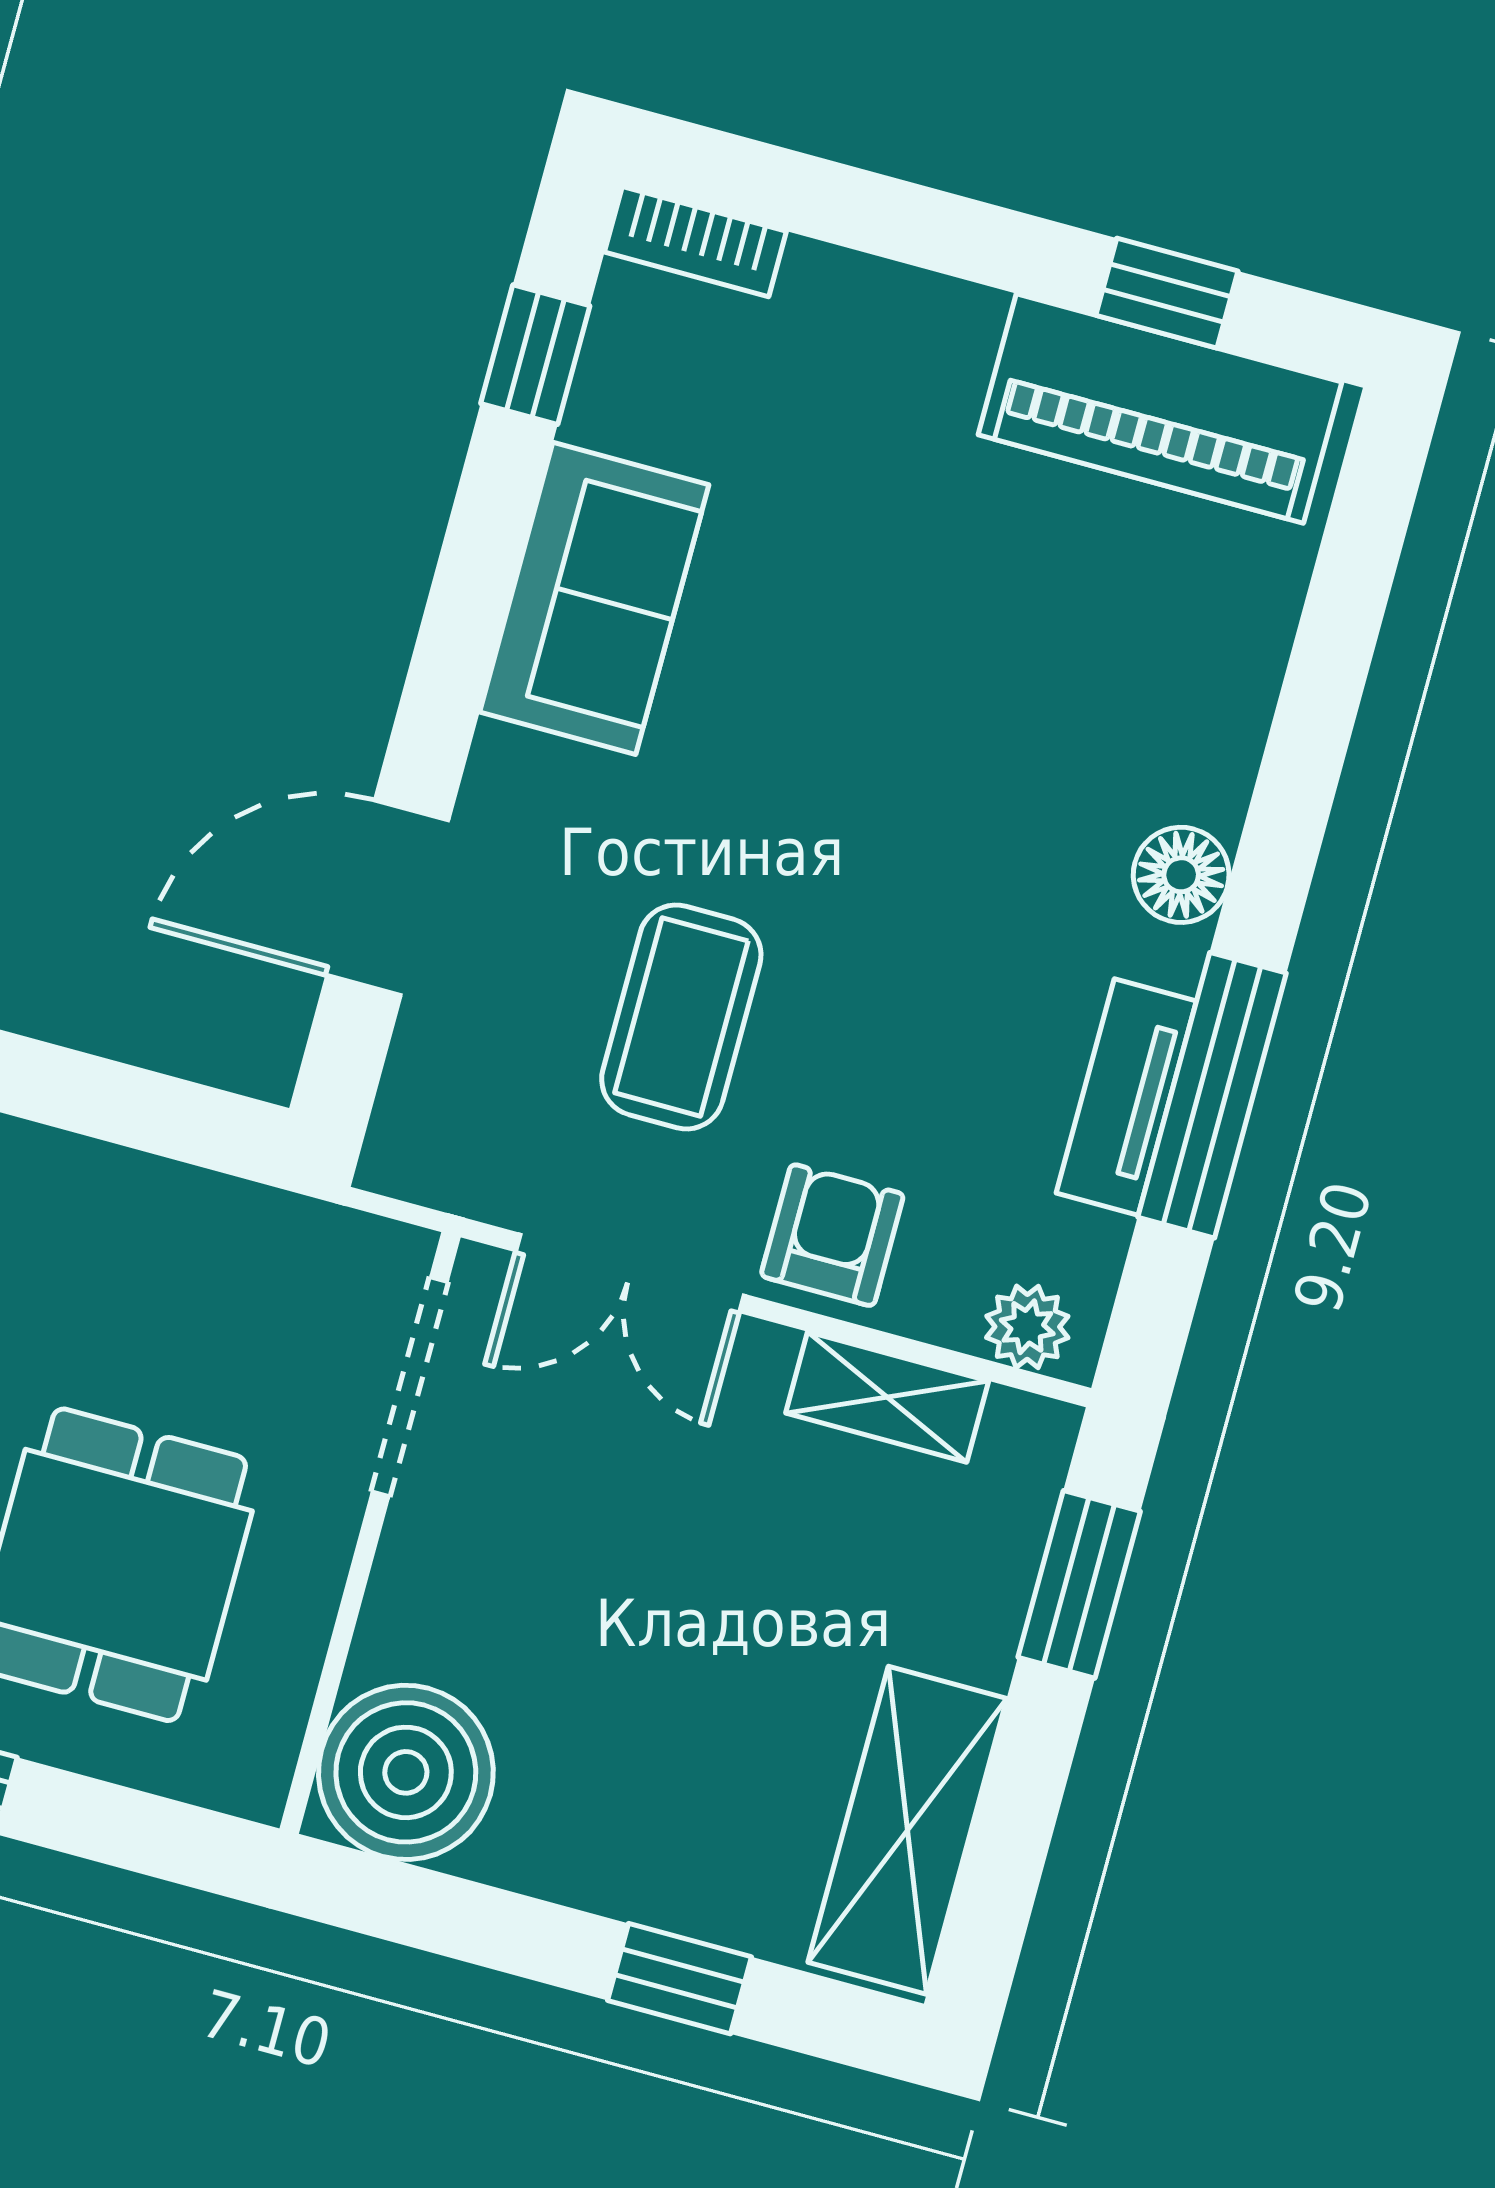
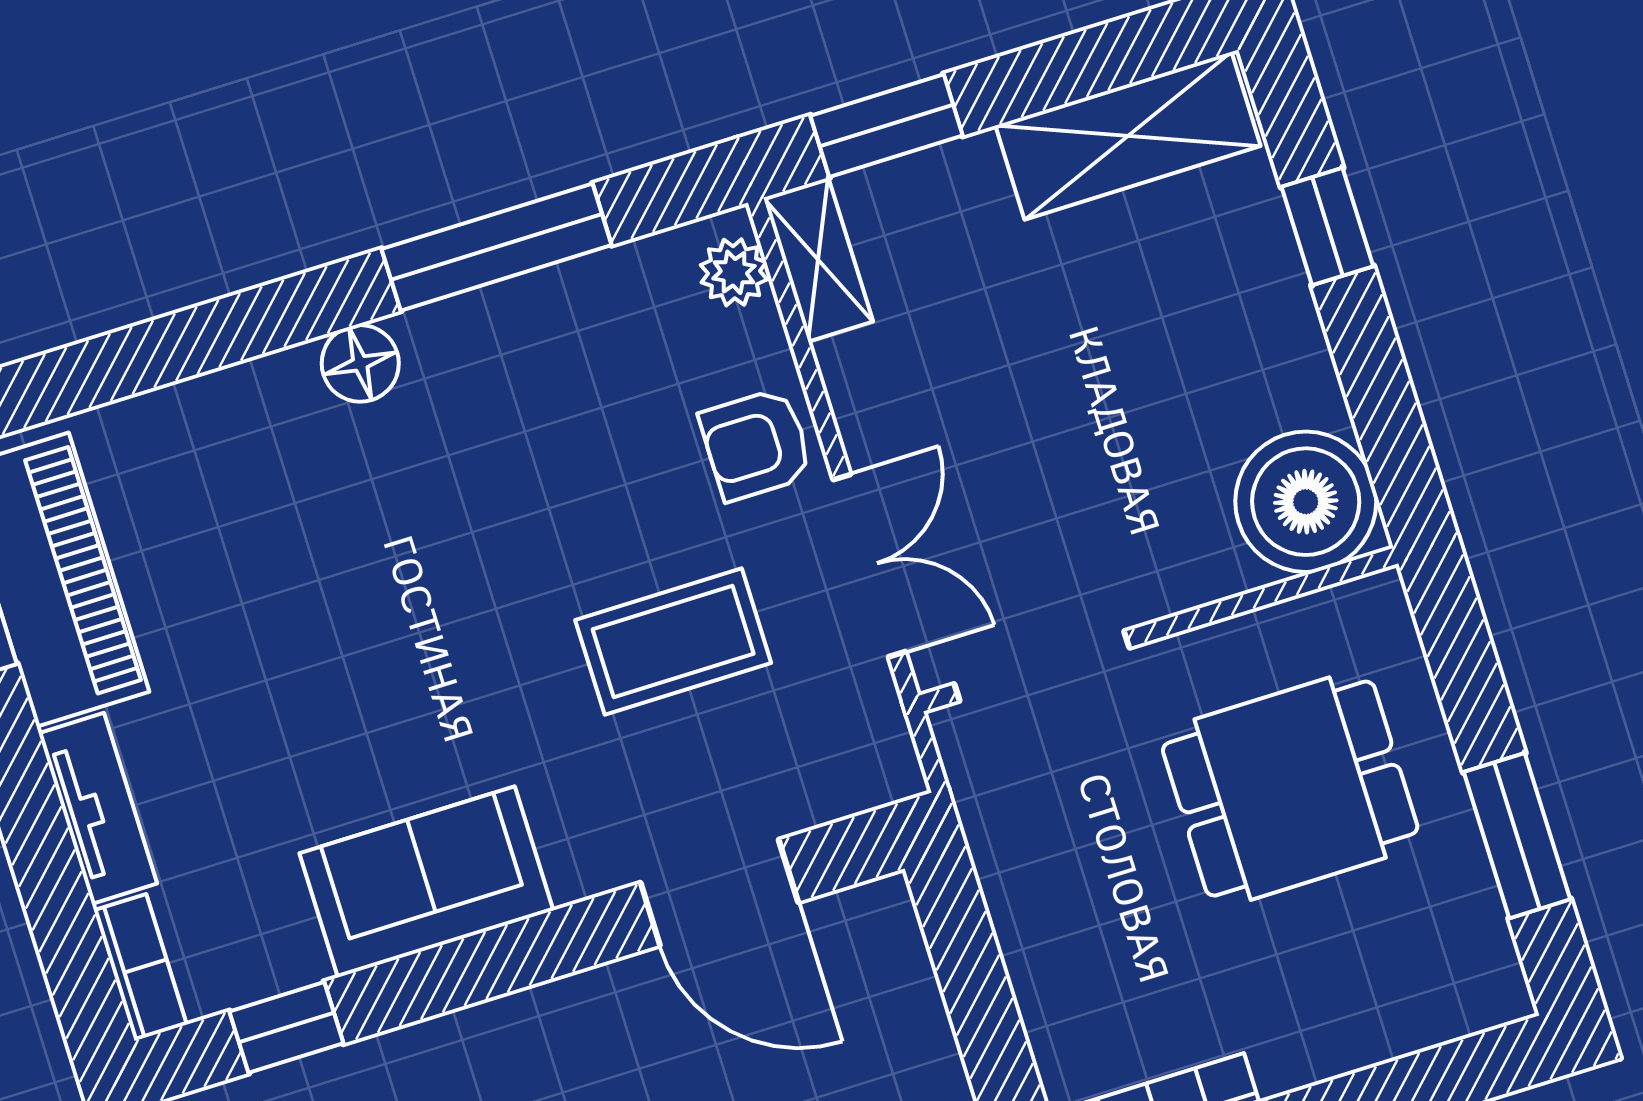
tv unit: (1126, 1097) -> (98, 808), moved, turned -90
shelving: (887, 1397) -> (818, 260), moved

